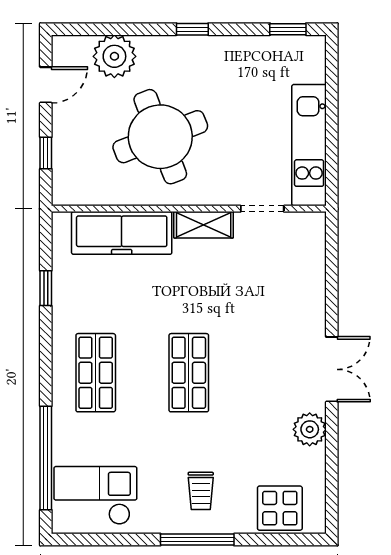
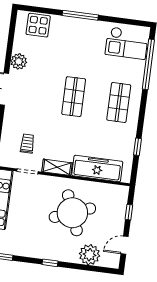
trolley: (201, 491) -> (27, 144), moved

